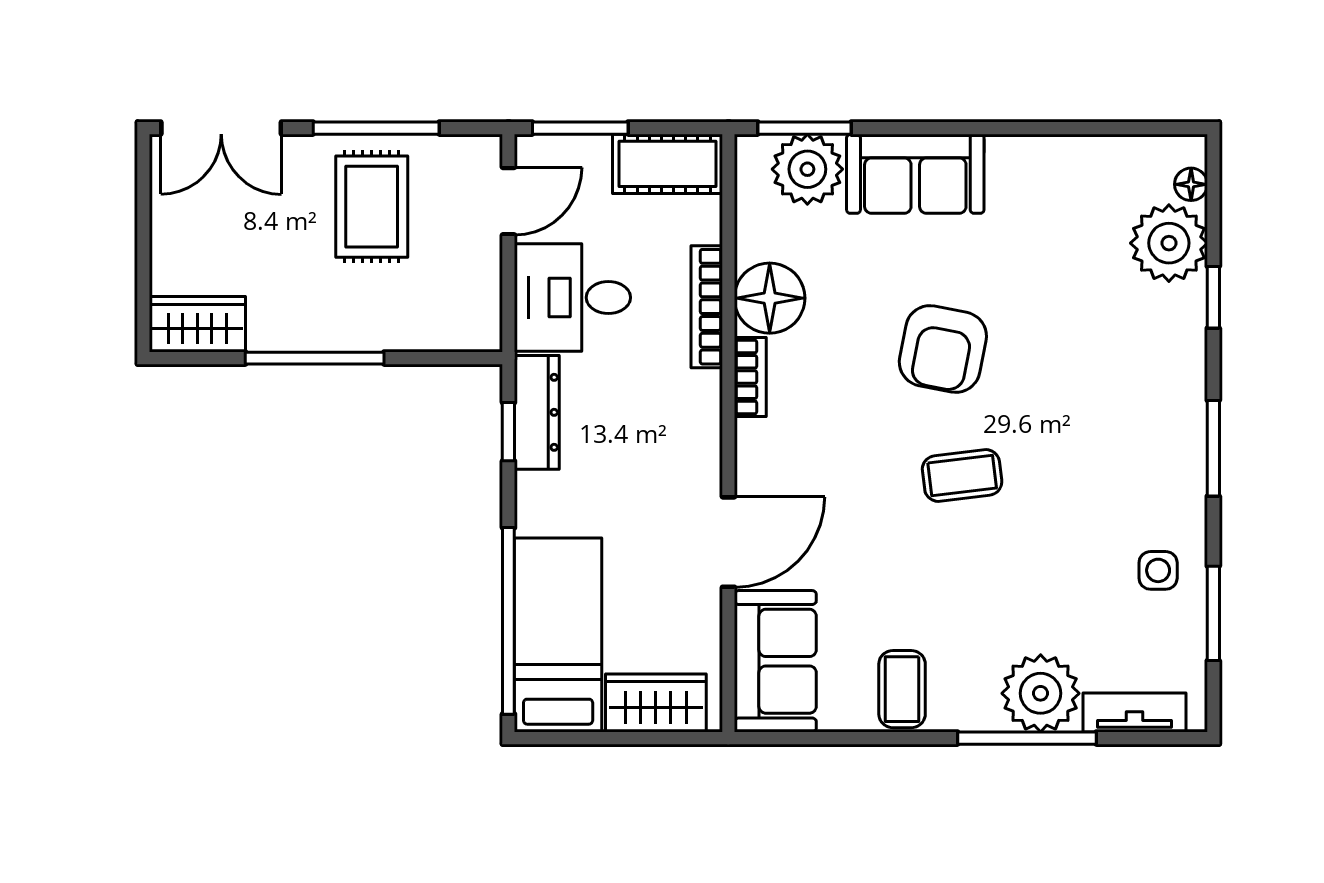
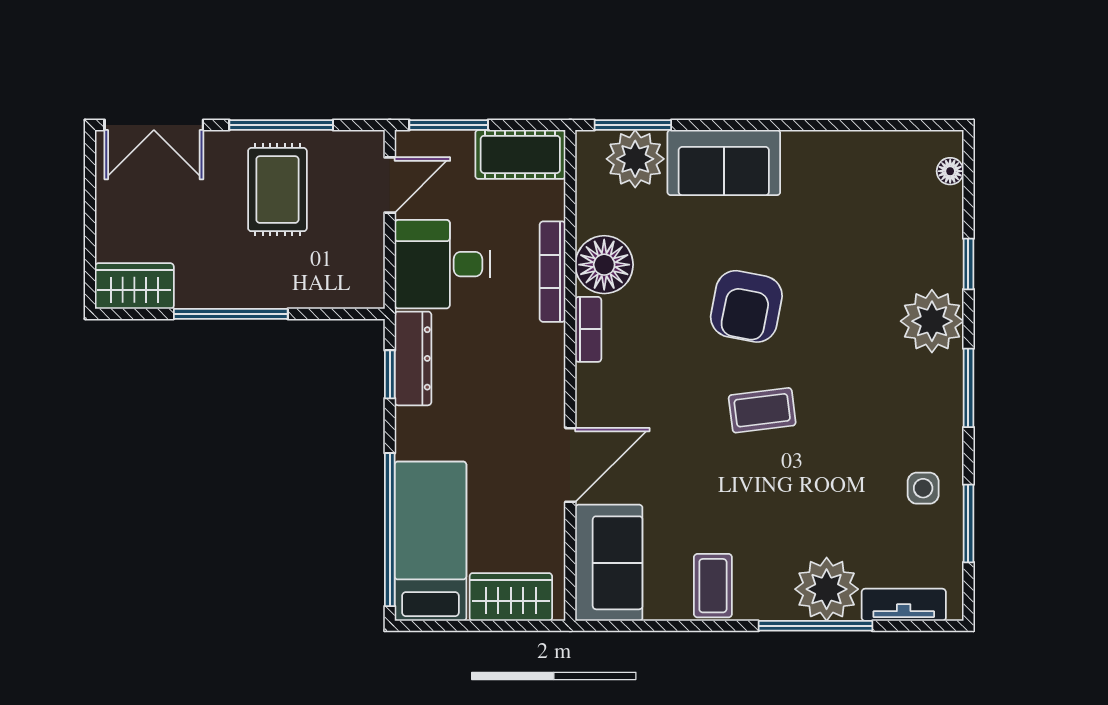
plant: (1169, 243) -> (932, 321), moved

